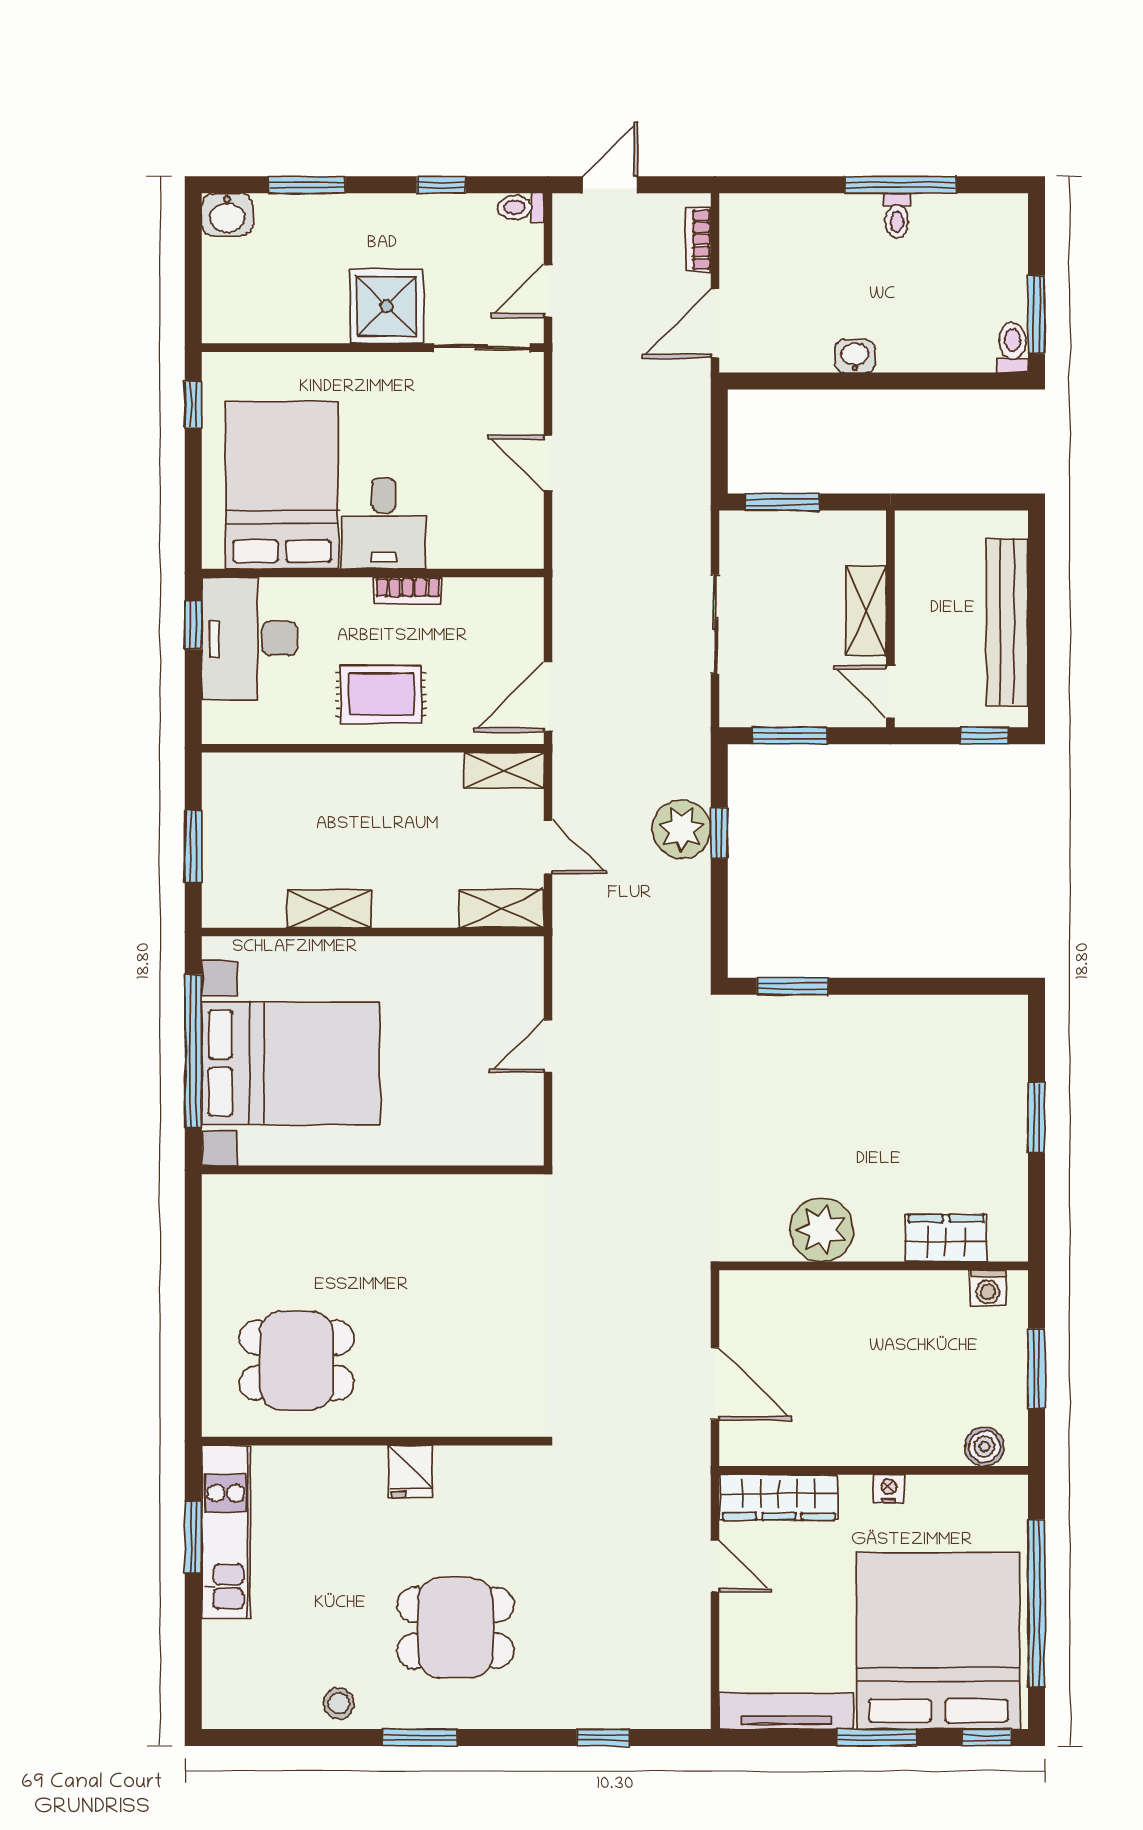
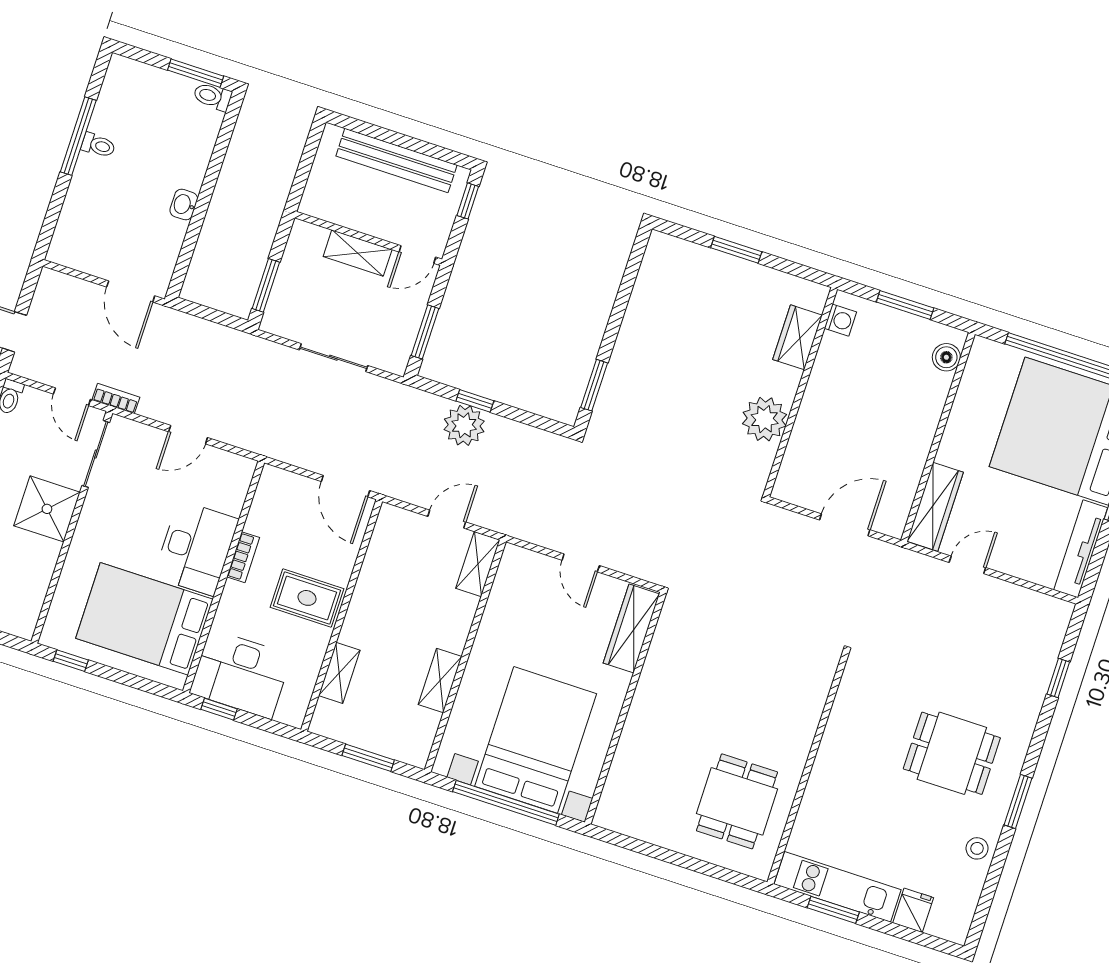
bookcase: (698, 240) -> (116, 399), moved, turned 180
desk: (384, 523) -> (196, 548), width x1.37
rug: (381, 694) -> (307, 598), turned 90
shelving: (504, 770) -> (339, 673), moved
wardrobe: (482, 1143) -> (631, 629), added
fridge: (410, 1471) -> (913, 910), moved, turned -90
nightstand: (889, 1489) -> (954, 431), removed
dining table: (455, 1628) -> (952, 753), turned 90

